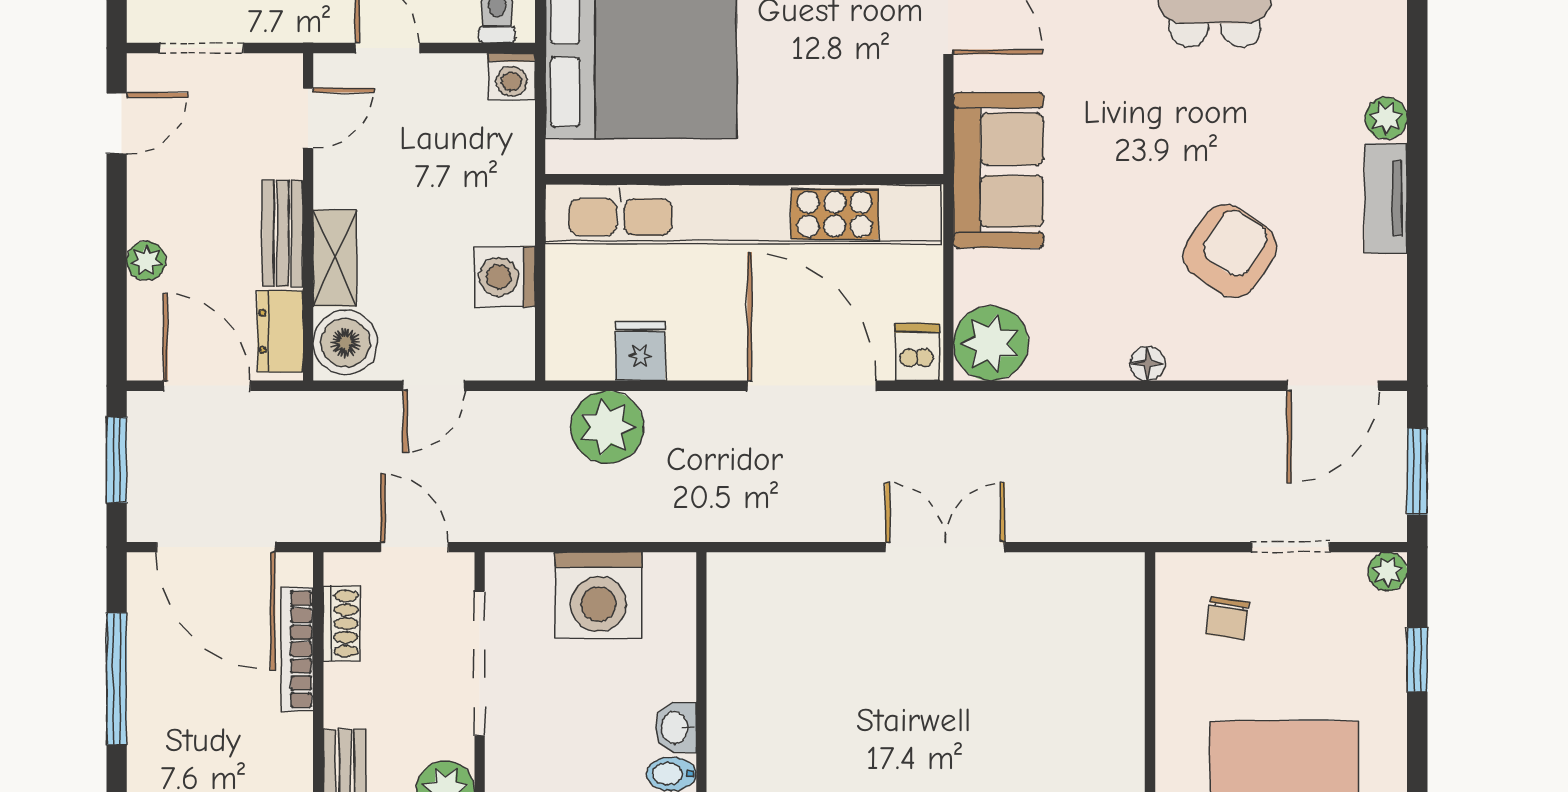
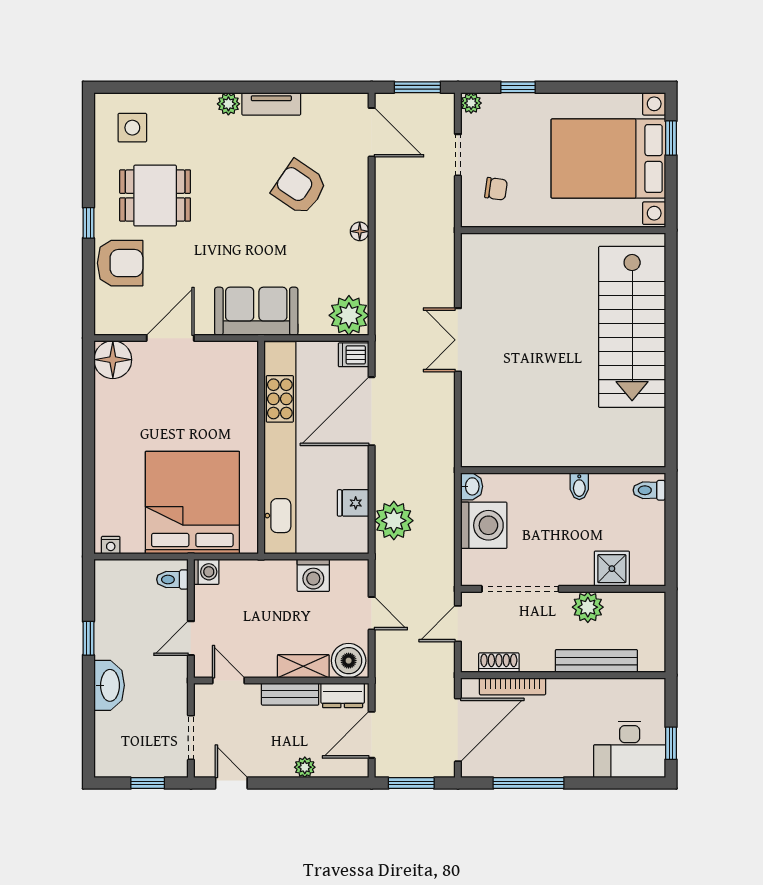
washbasin: (676, 728) -> (472, 486), moved, turned -90

